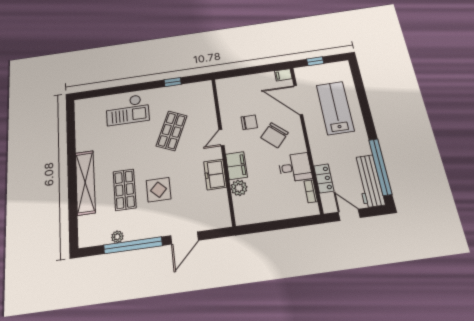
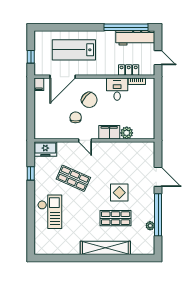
freezer: (215, 174) -> (45, 149), moved
door: (349, 215) -> (158, 58), swing flipped

